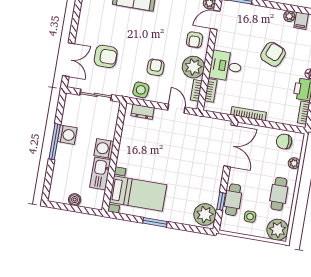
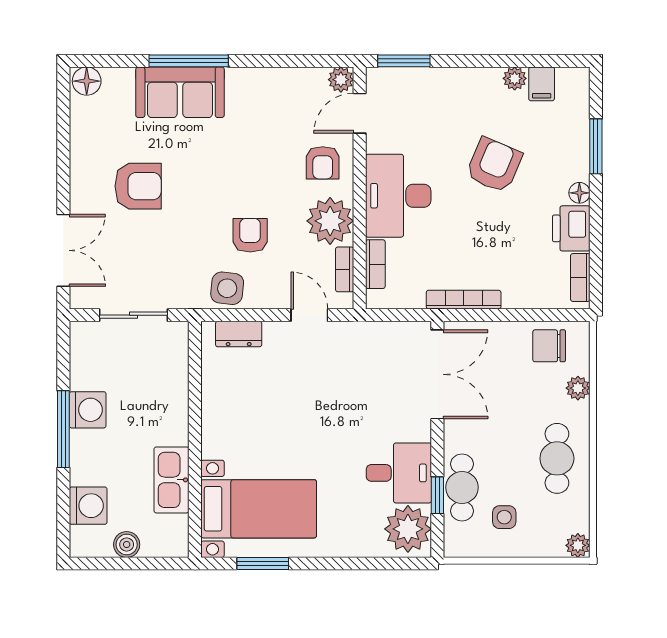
armchair: (106, 56) -> (138, 186), moved
desk: (226, 66) -> (398, 196), width x1.37
washing machine: (104, 148) -> (88, 506), moved, turned 180
desk: (205, 188) -> (399, 473), added
window: (155, 222) -> (263, 564), moved
plant: (278, 230) -> (578, 545), width x0.53, depth x0.53

